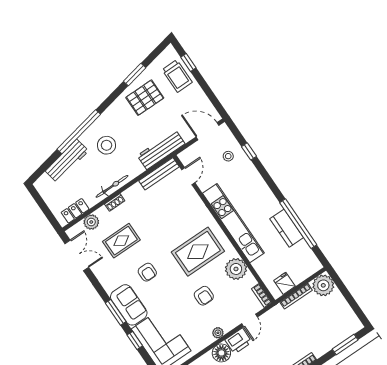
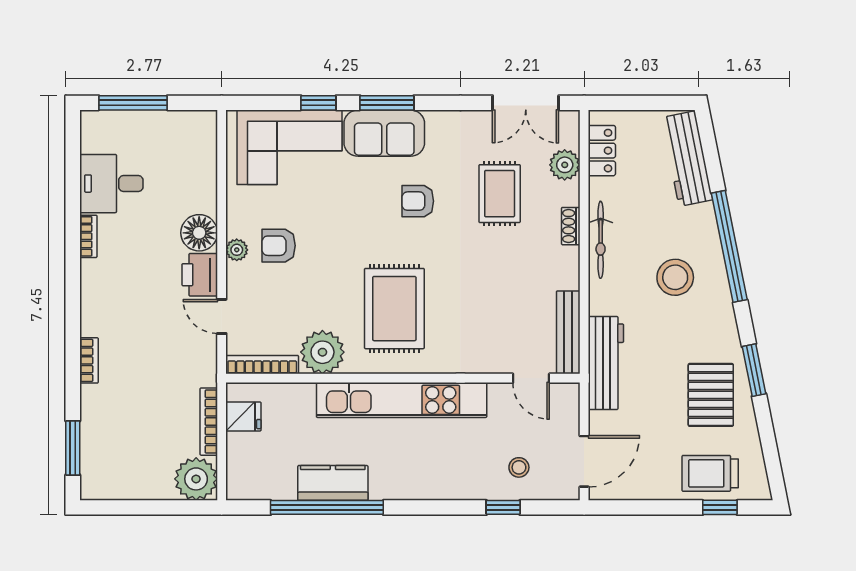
window: (135, 75) -> (754, 370), moved
workbench: (67, 161) -> (687, 159), moved
armchair: (204, 296) -> (279, 246), moved
bookcase: (262, 296) -> (262, 365), width x1.56

